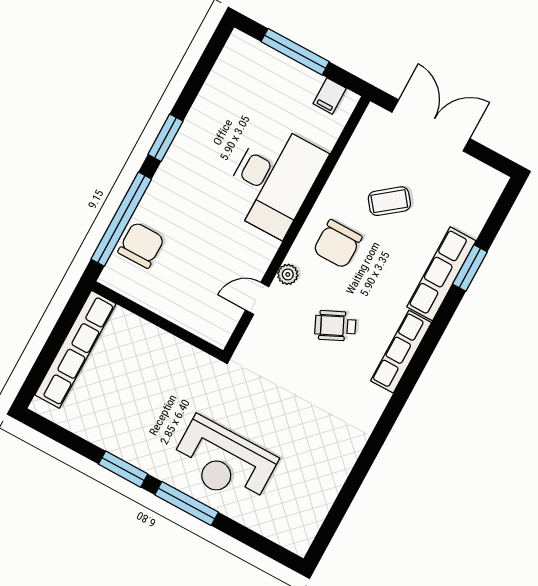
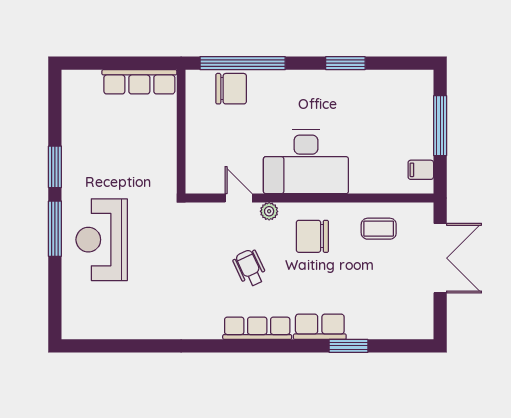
window: (165, 138) -> (345, 63), moved
desk: (274, 180) -> (306, 162), moved
coffee table: (389, 201) -> (379, 229), moved, turned -52
row of seats: (441, 274) -> (320, 327), width x0.68
row of seats: (75, 349) -> (139, 82), width x0.73

